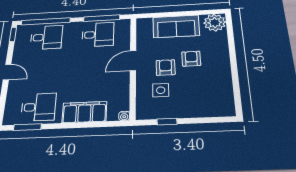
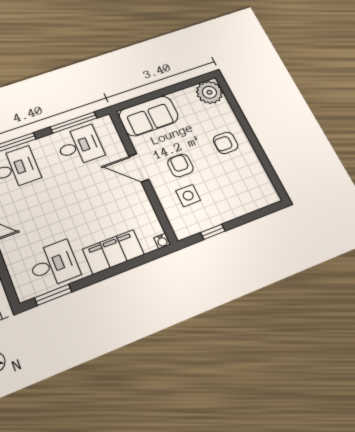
sofa: (176, 26) -> (149, 116), moved
armchair: (191, 59) -> (226, 143), moved, turned -90
door: (133, 61) -> (139, 168), hinge flipped

